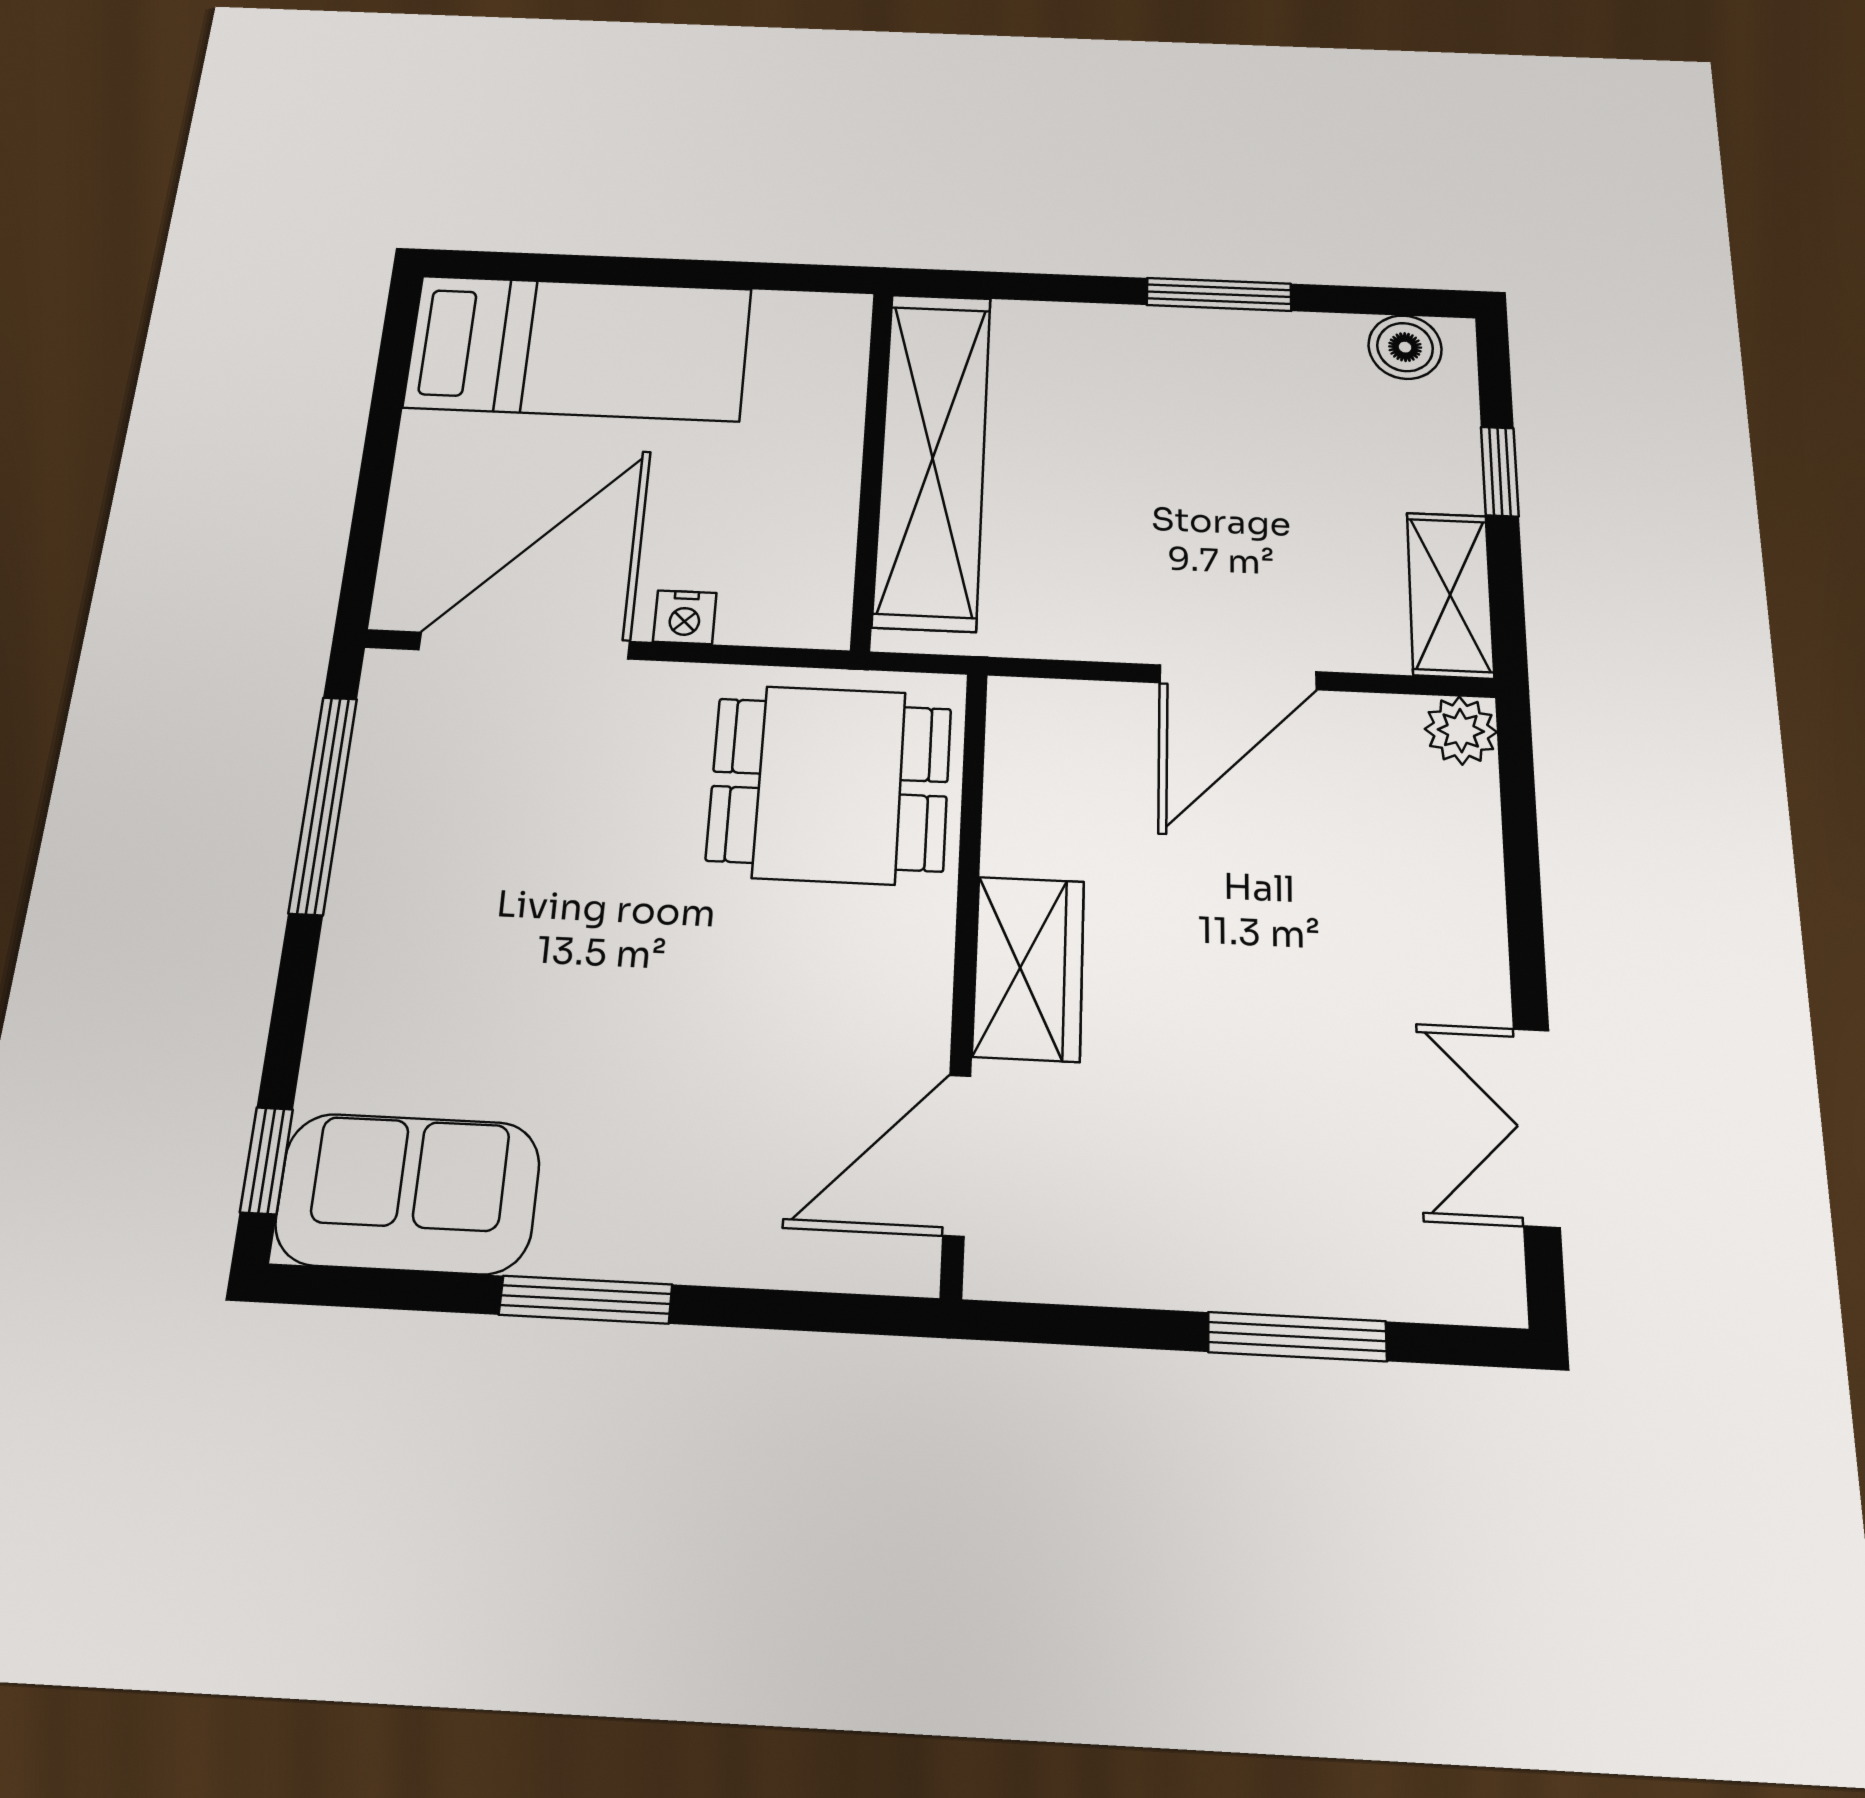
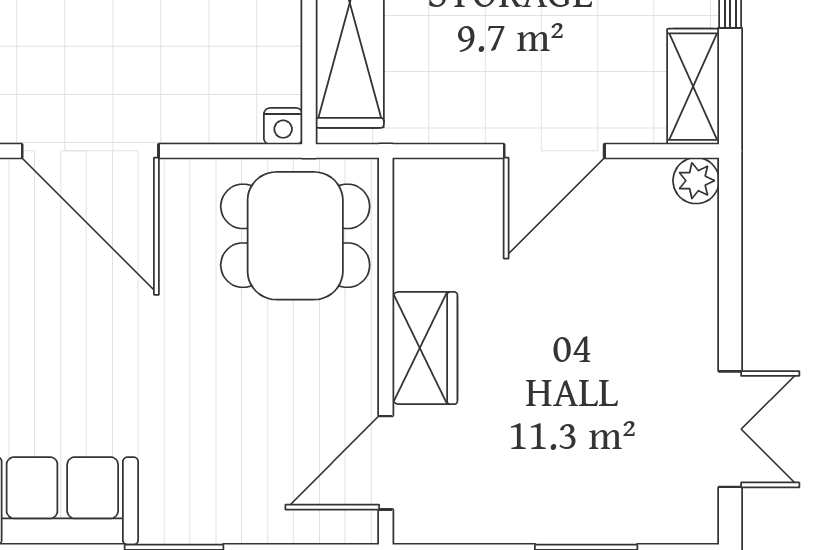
nightstand: (685, 617) -> (283, 126), moved
door: (524, 646) -> (90, 151), swing flipped
double door: (1536, 1127) -> (730, 429), swing flipped

